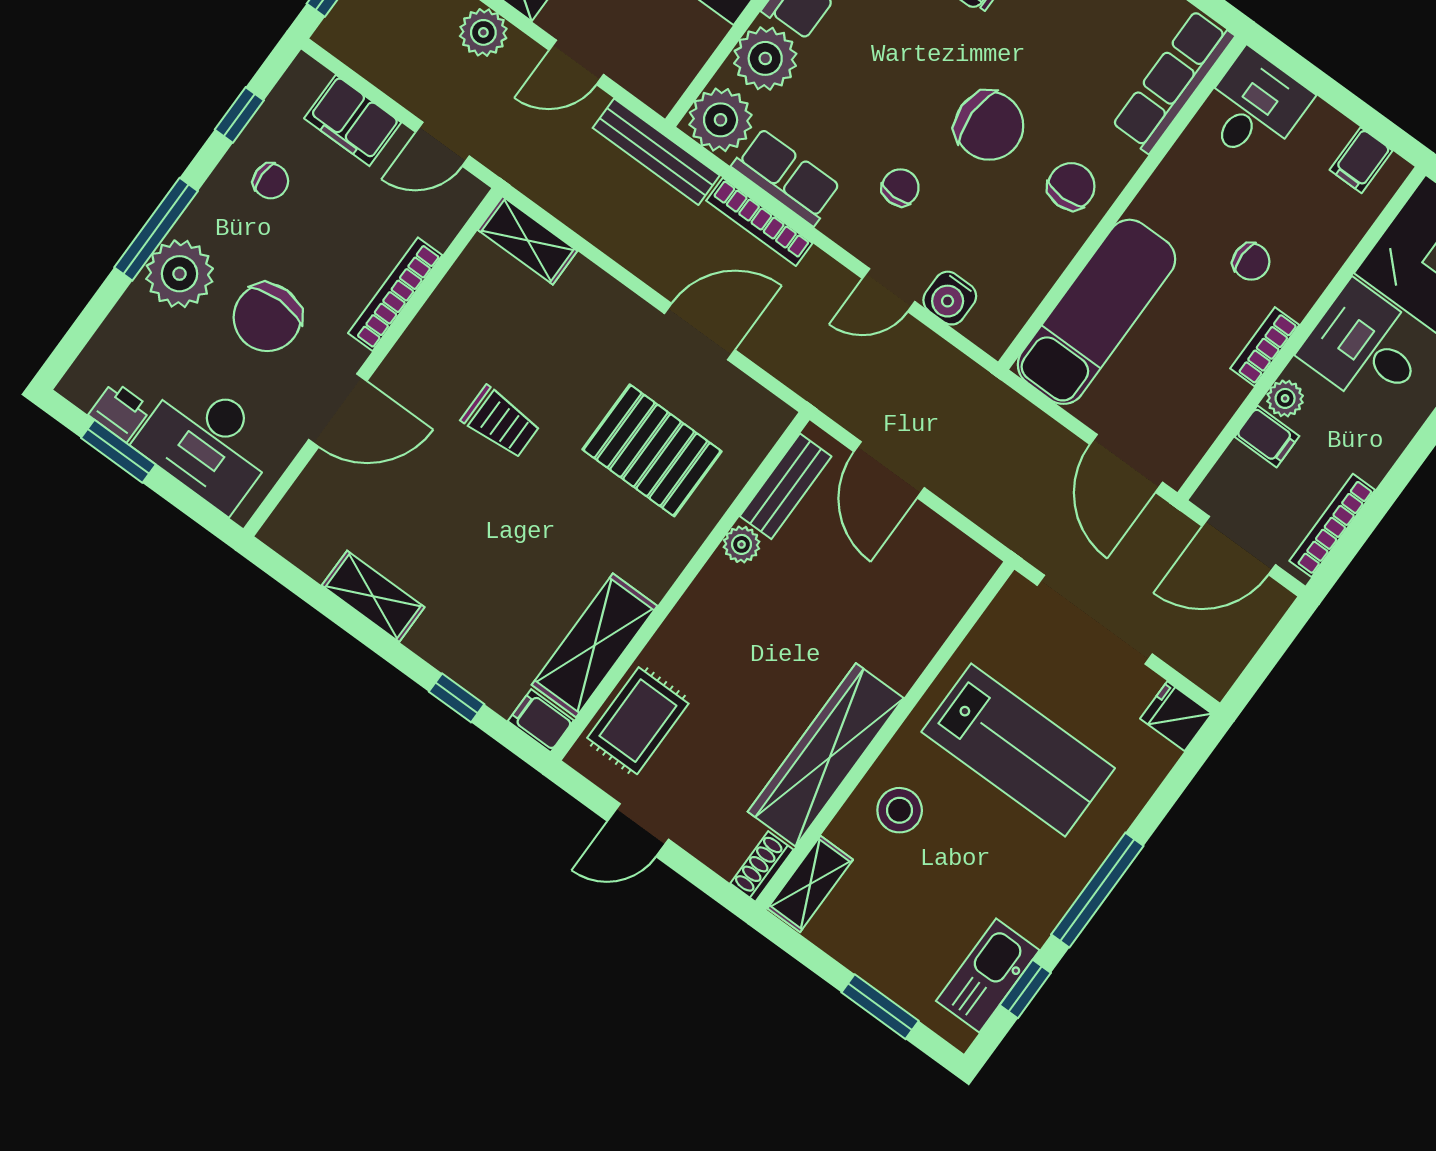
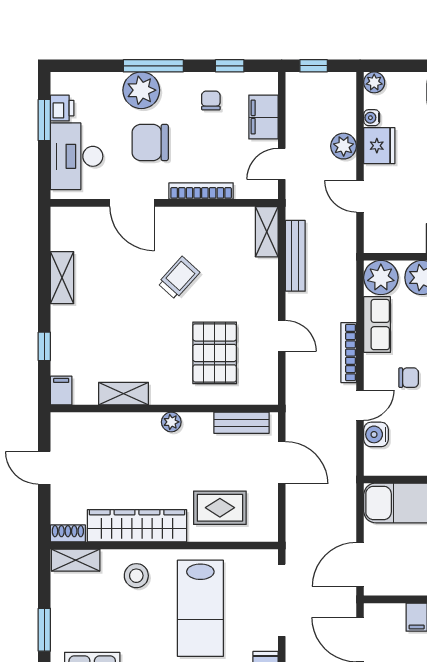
door: (443, 144) -> (282, 164), hinge flipped
bench: (656, 152) -> (295, 256), moved
chair: (271, 181) -> (211, 101), turned 180
bookcase: (759, 222) -> (349, 353), moved
door: (889, 290) -> (360, 405), swing flipped
door: (700, 332) -> (282, 336), width x0.73
trolley: (501, 422) -> (179, 278), turned -138
door: (889, 470) -> (282, 463), swing flipped
plant: (742, 544) -> (171, 422), moved
shelving: (594, 645) -> (124, 394), width x0.67, depth x0.75
rug: (638, 721) -> (220, 508), moved

